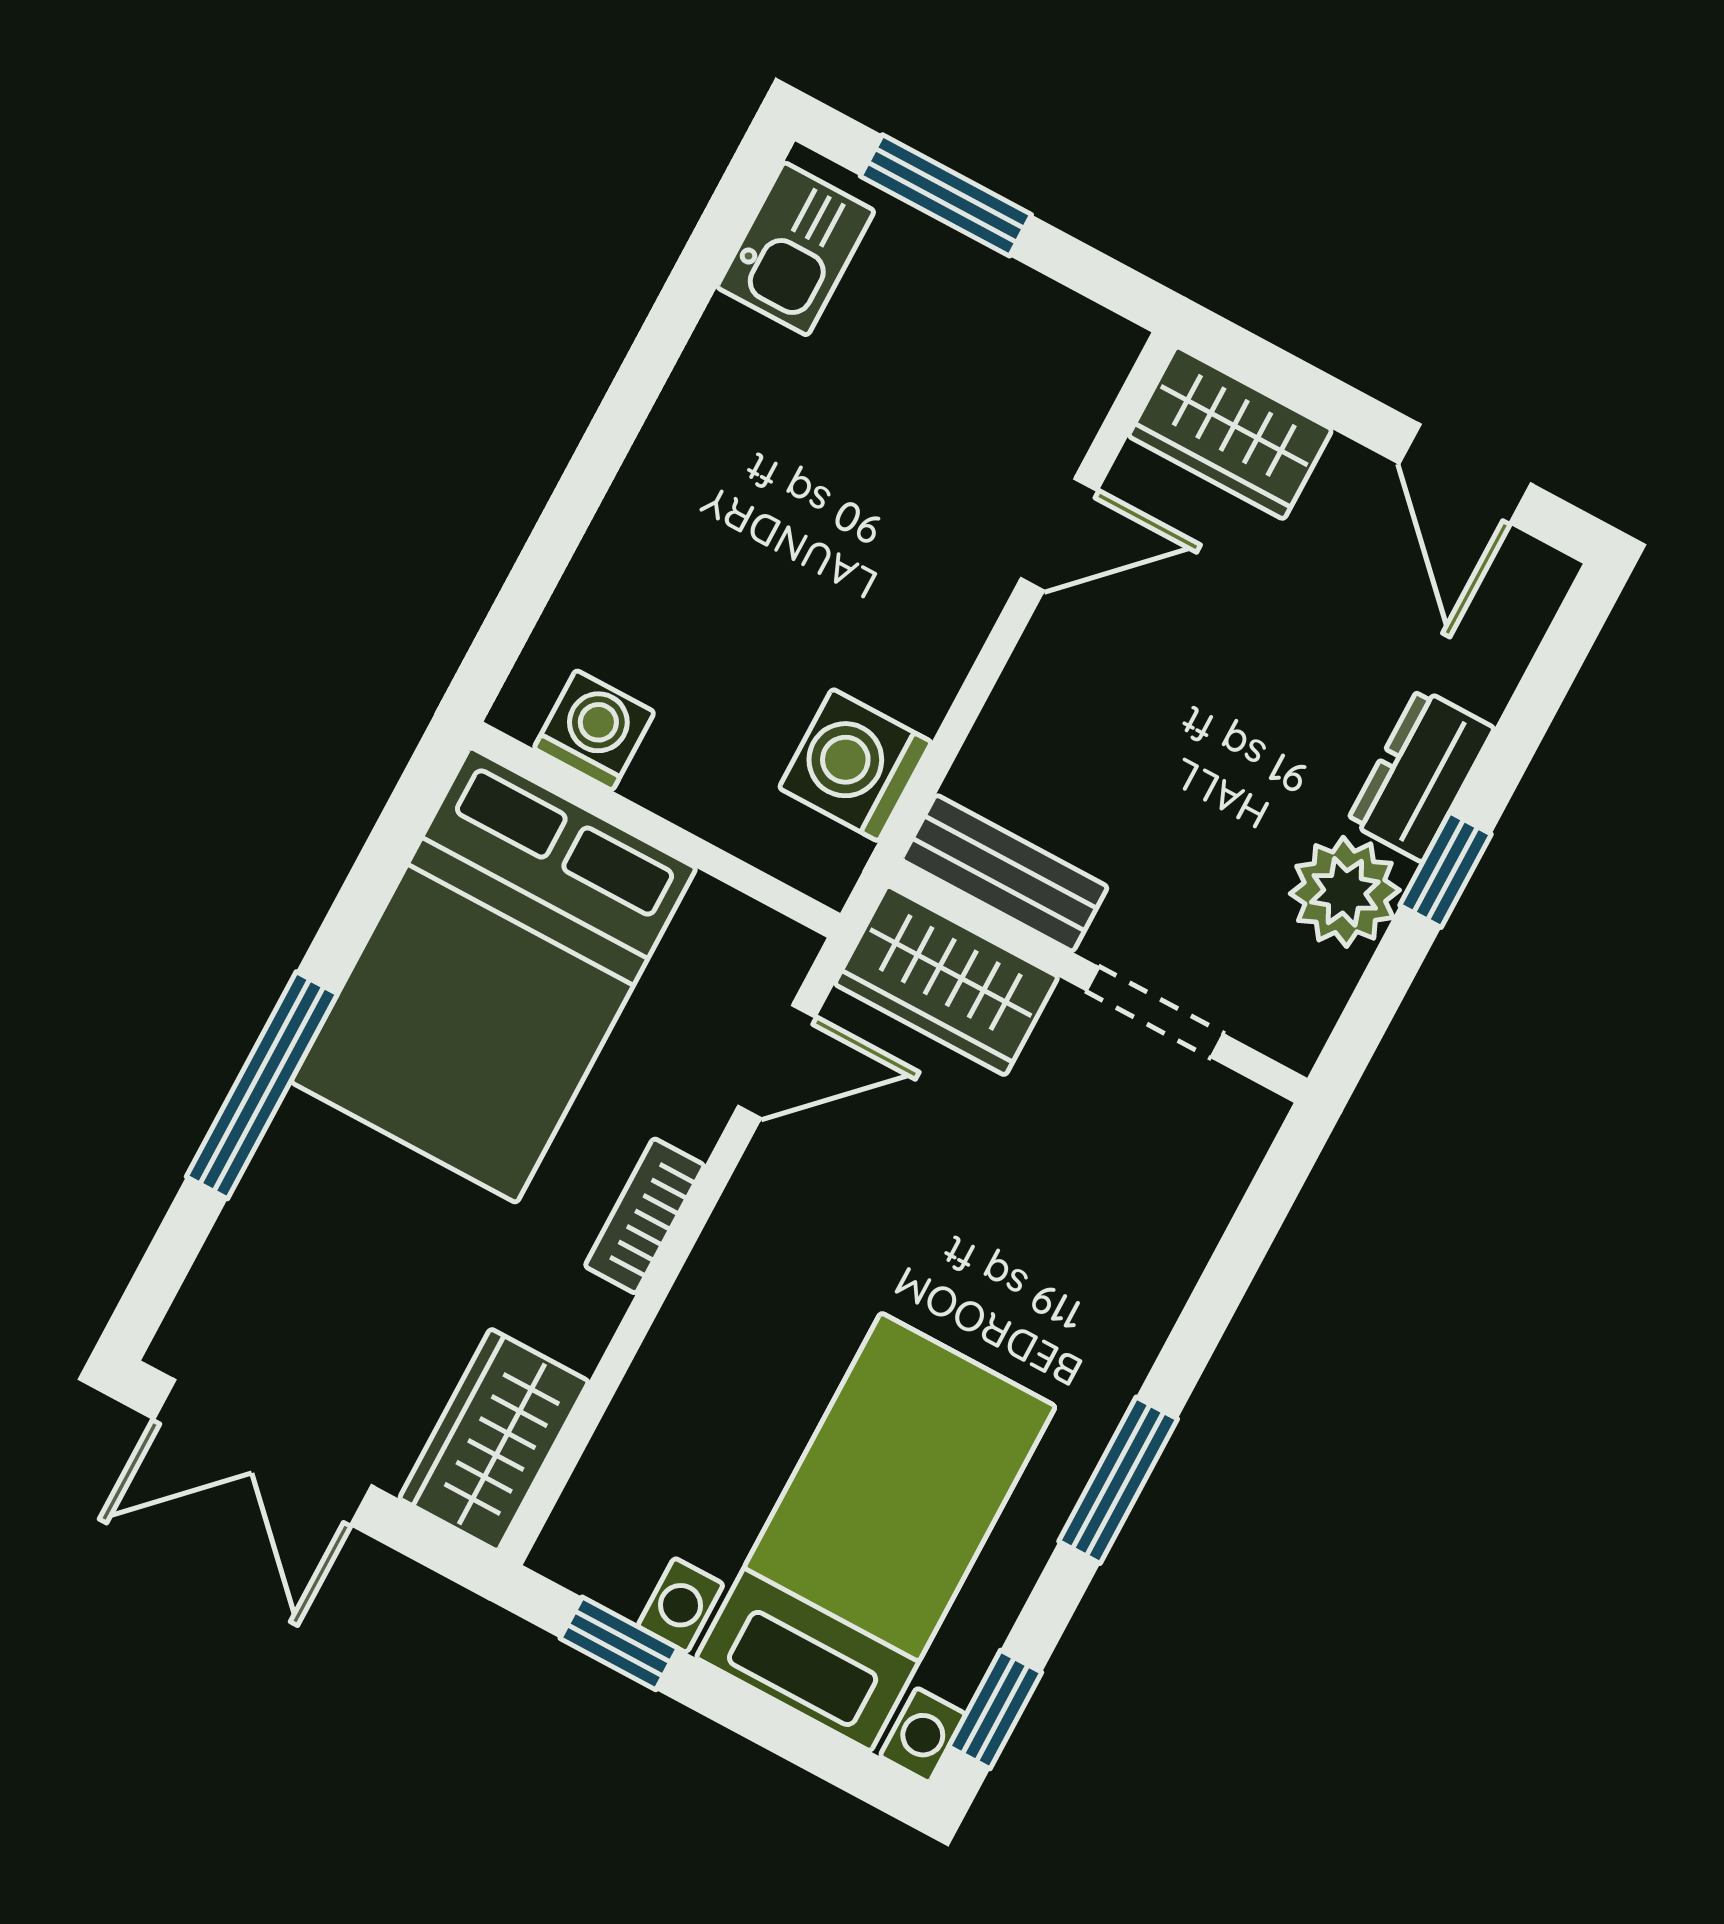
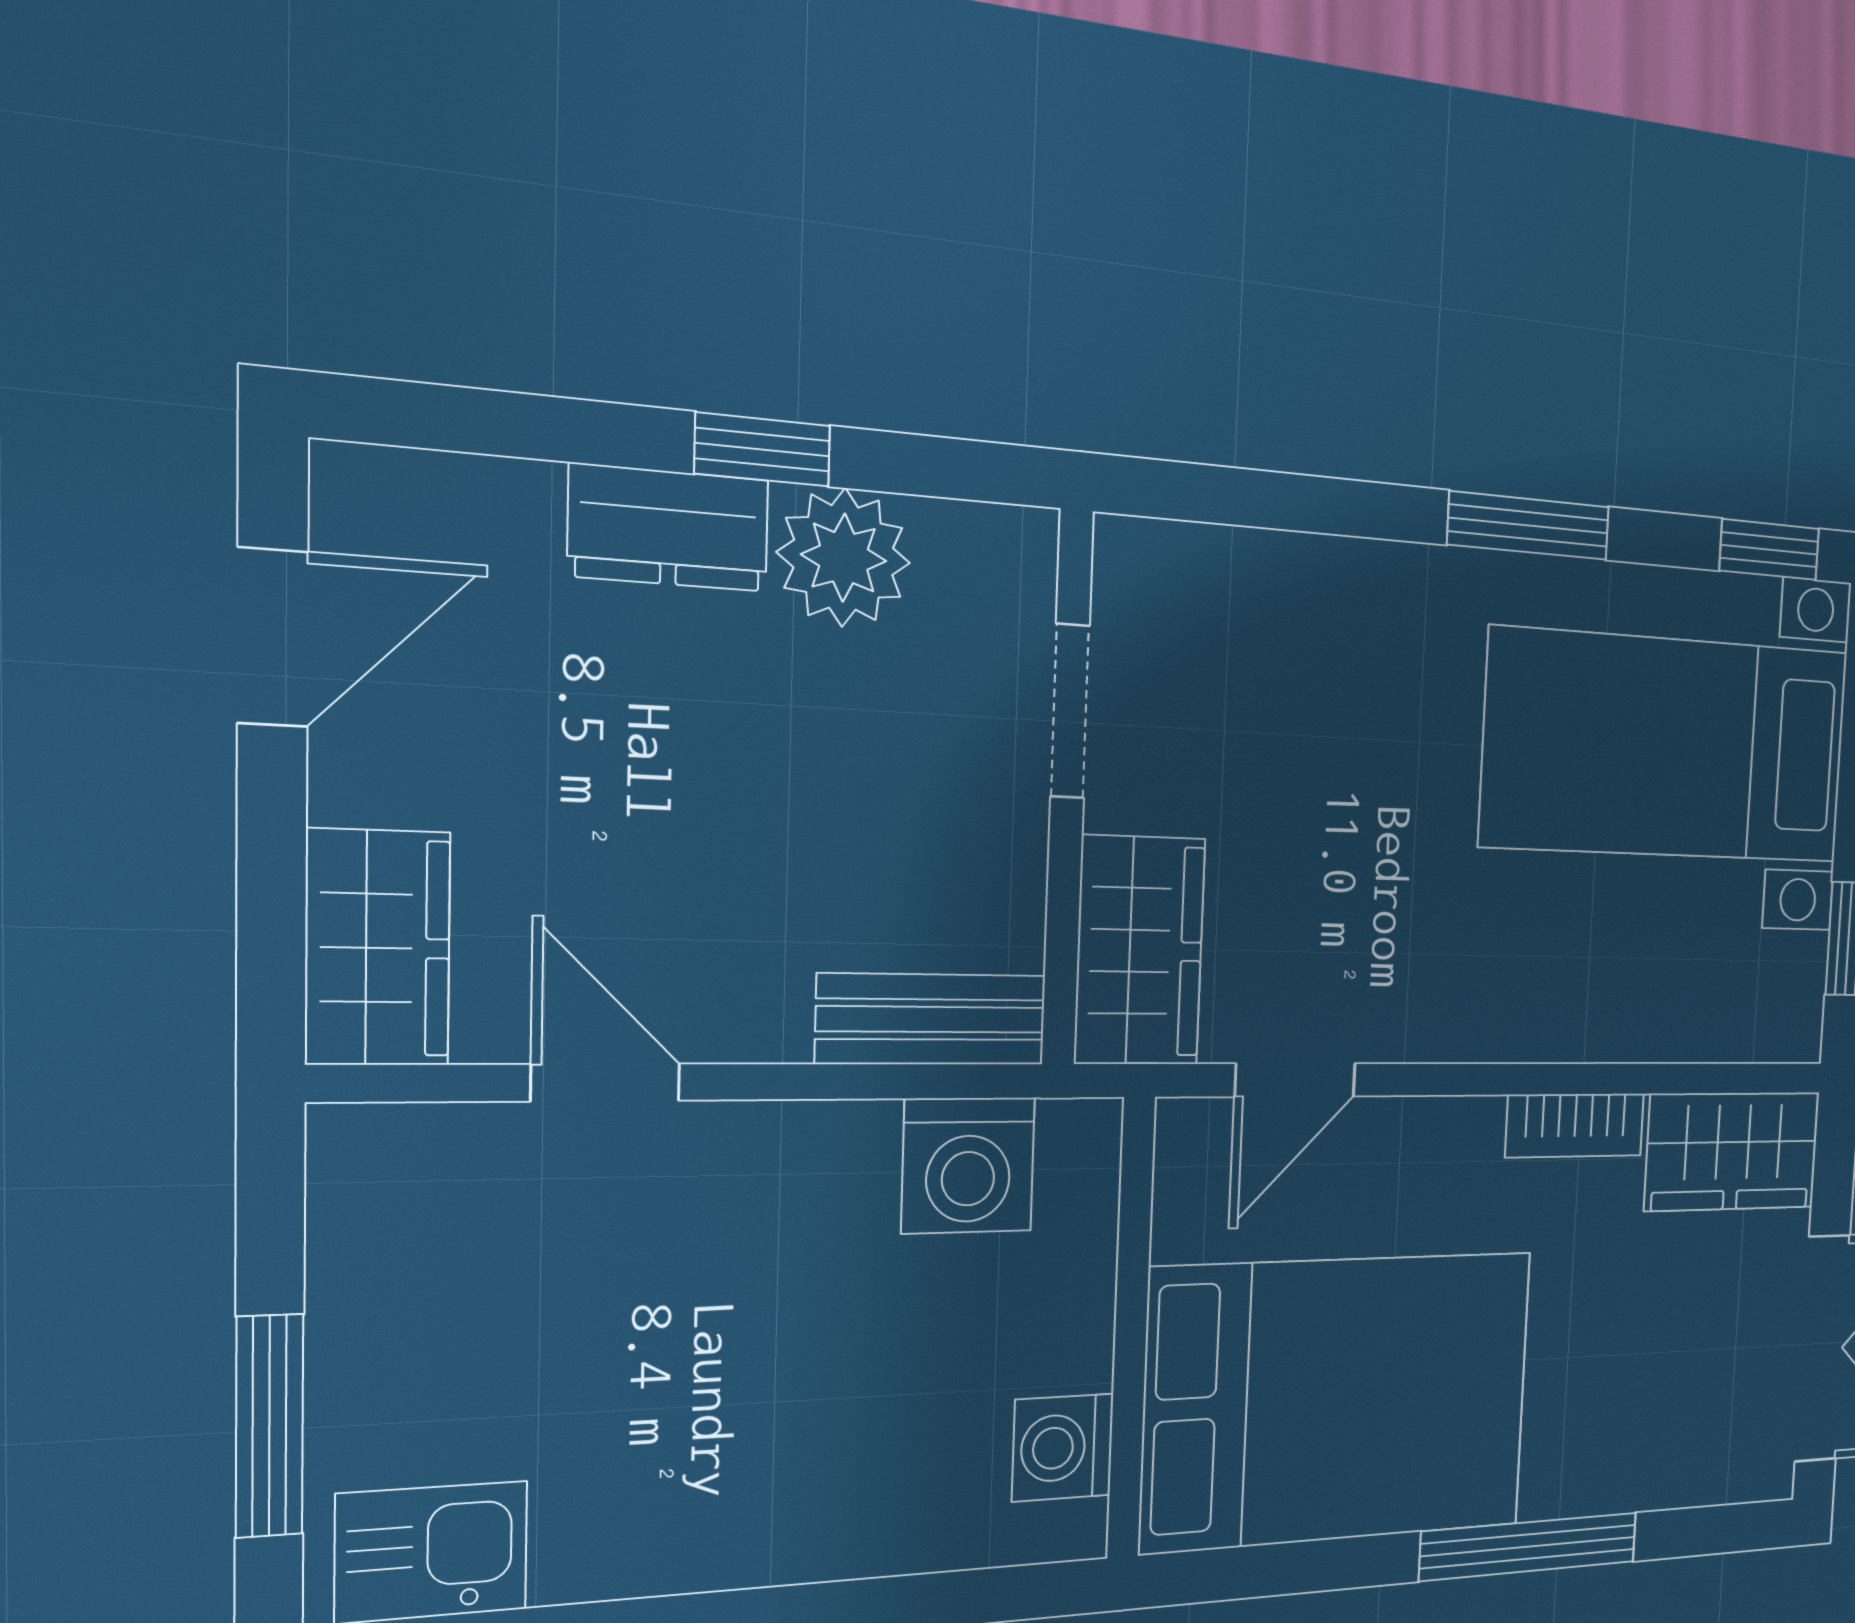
bench: (1004, 873) -> (932, 1019), moved, turned 90
door: (777, 1062) -> (1295, 1080), swing flipped
bookcase: (645, 1216) -> (1575, 1125), moved

